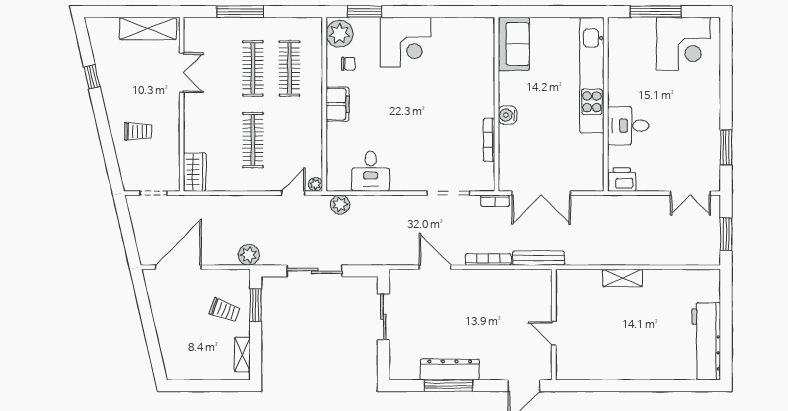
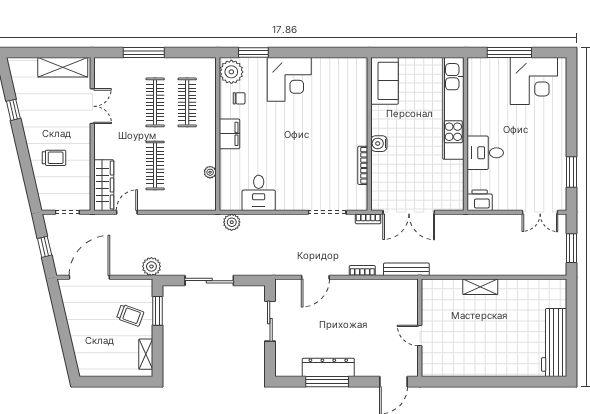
wardrobe: (195, 172) -> (104, 185), width x1.50
plant: (315, 184) -> (210, 172), moved
door: (293, 193) -> (127, 212), moved
window: (127, 233) -> (45, 247), added
bookcase: (488, 259) -> (362, 271), width x0.64
door: (435, 267) -> (315, 277), swing flipped

